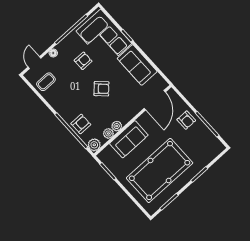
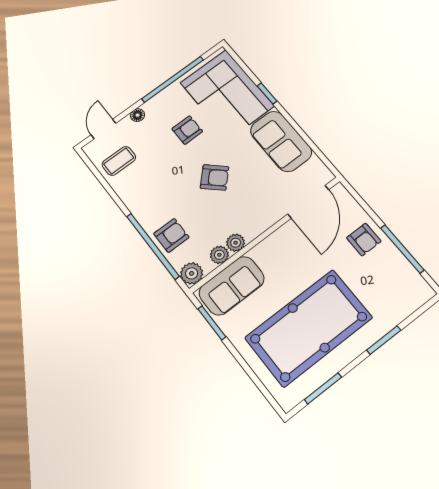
sofa: (129, 139) -> (232, 286), moved

